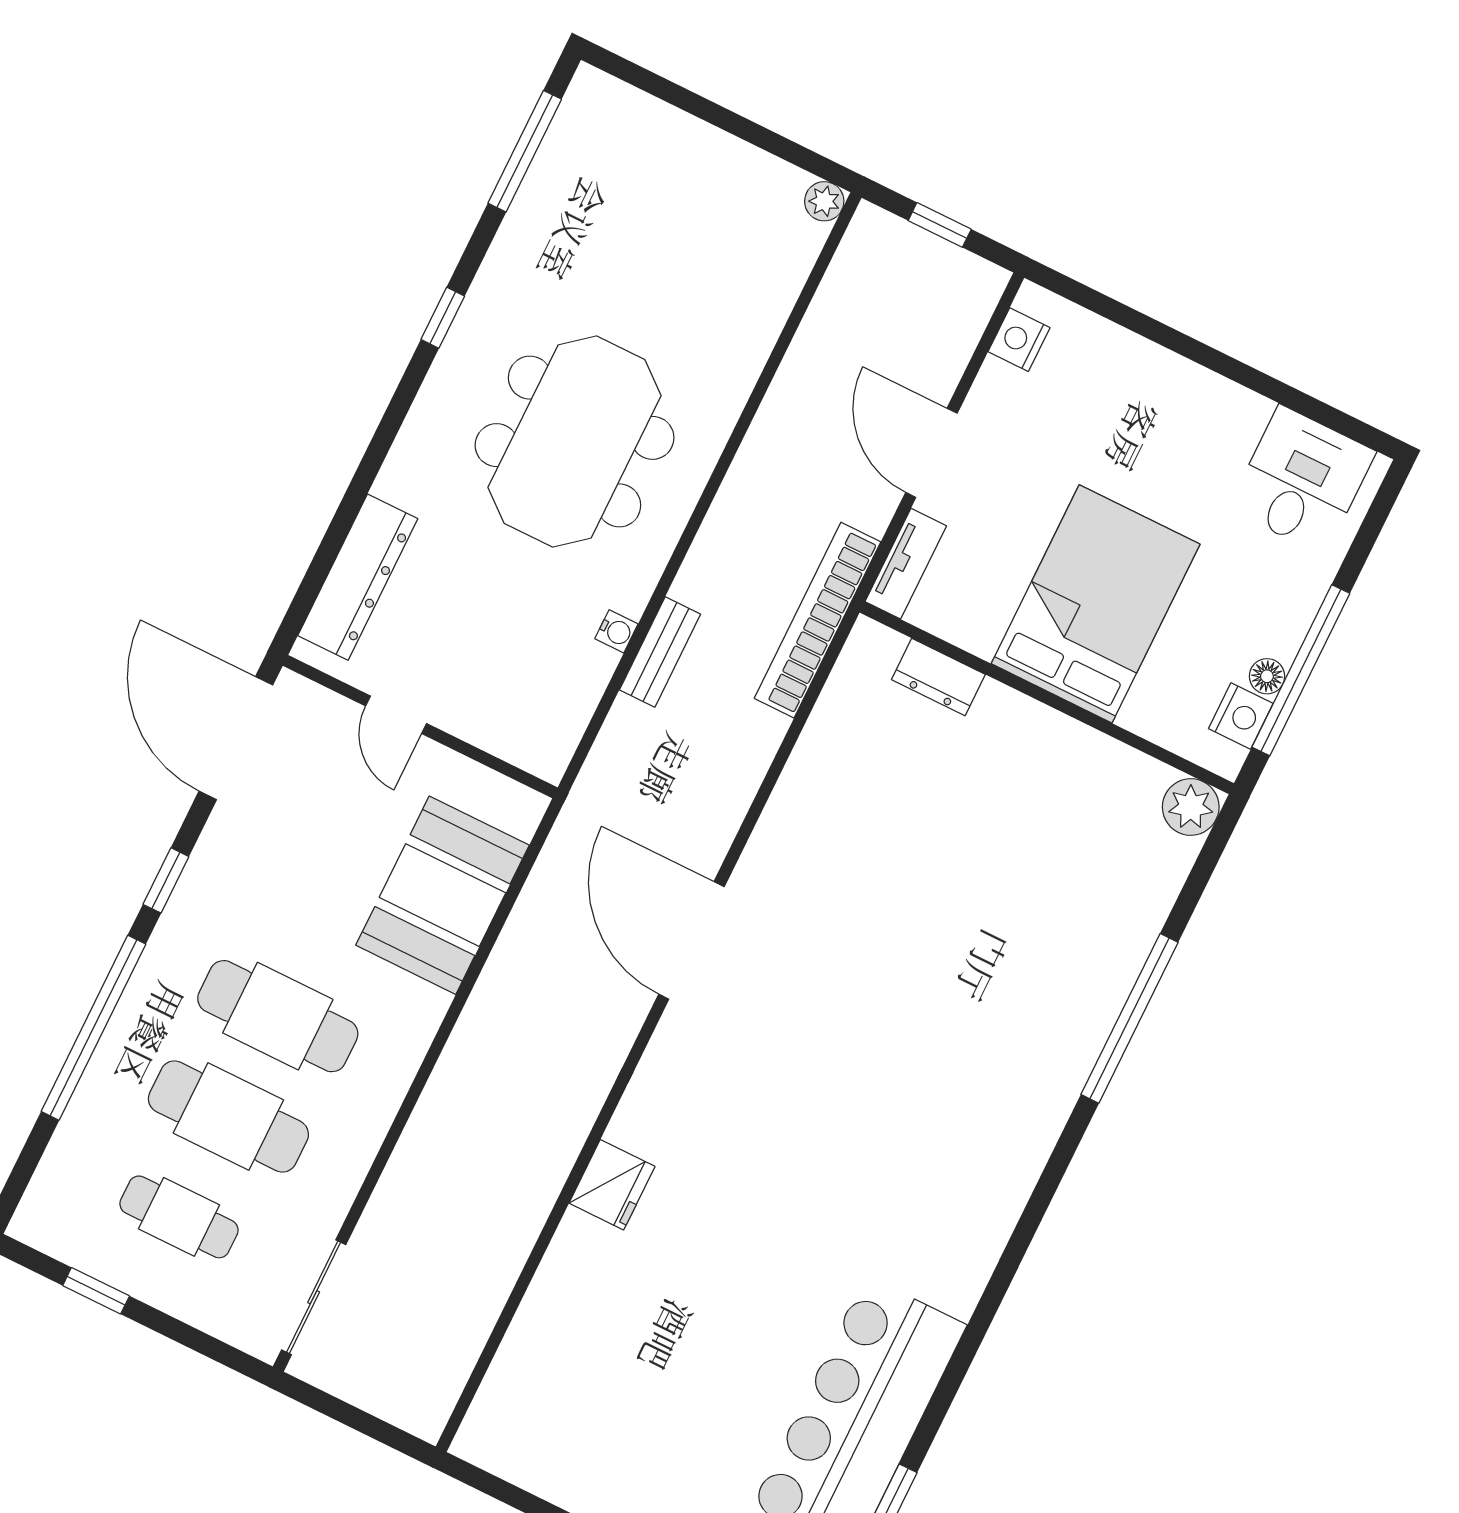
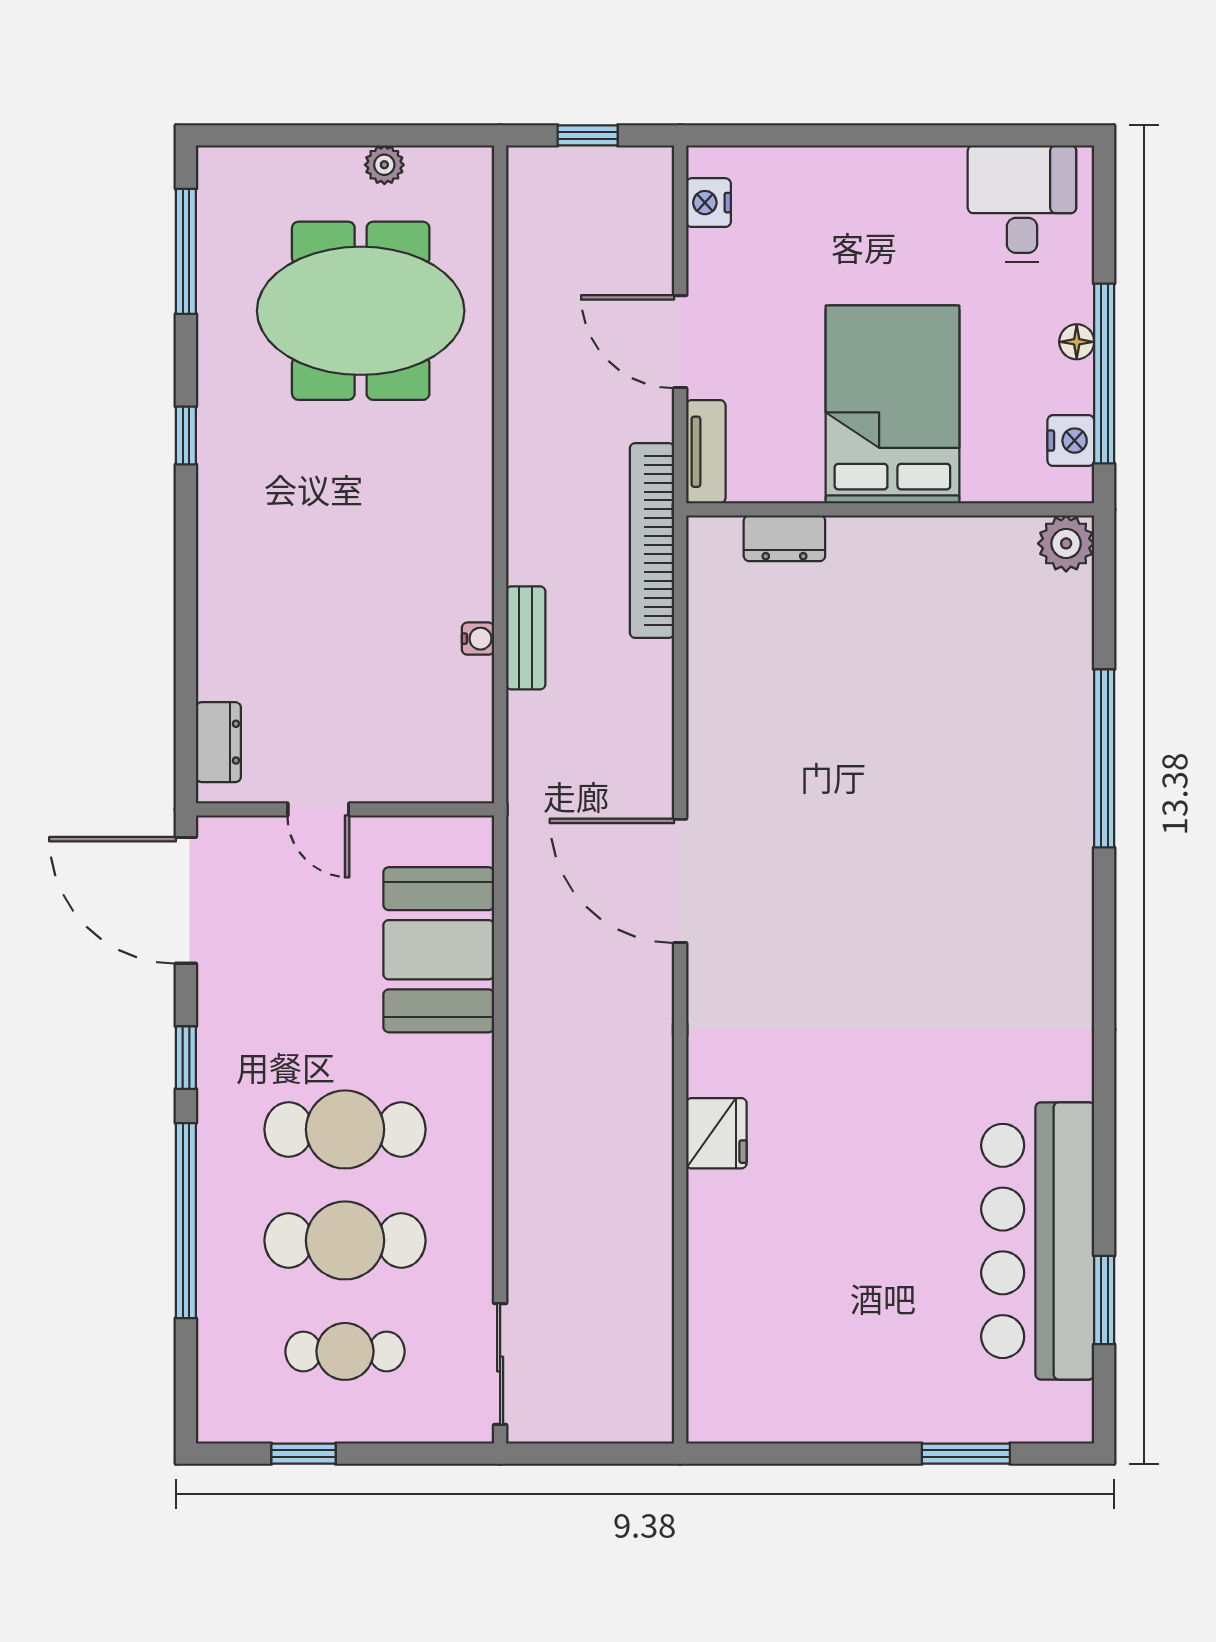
plant: (824, 201) -> (384, 165), moved
meeting table: (575, 441) -> (361, 311), moved, turned 90
dresser: (358, 577) -> (218, 742), width x0.51, depth x0.80
floor lamp: (1267, 676) -> (1077, 342), moved

